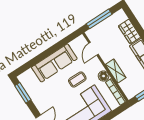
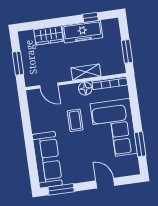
window: (99, 19) -> (18, 63), width x0.69
sofa: (54, 63) -> (47, 160), moved

